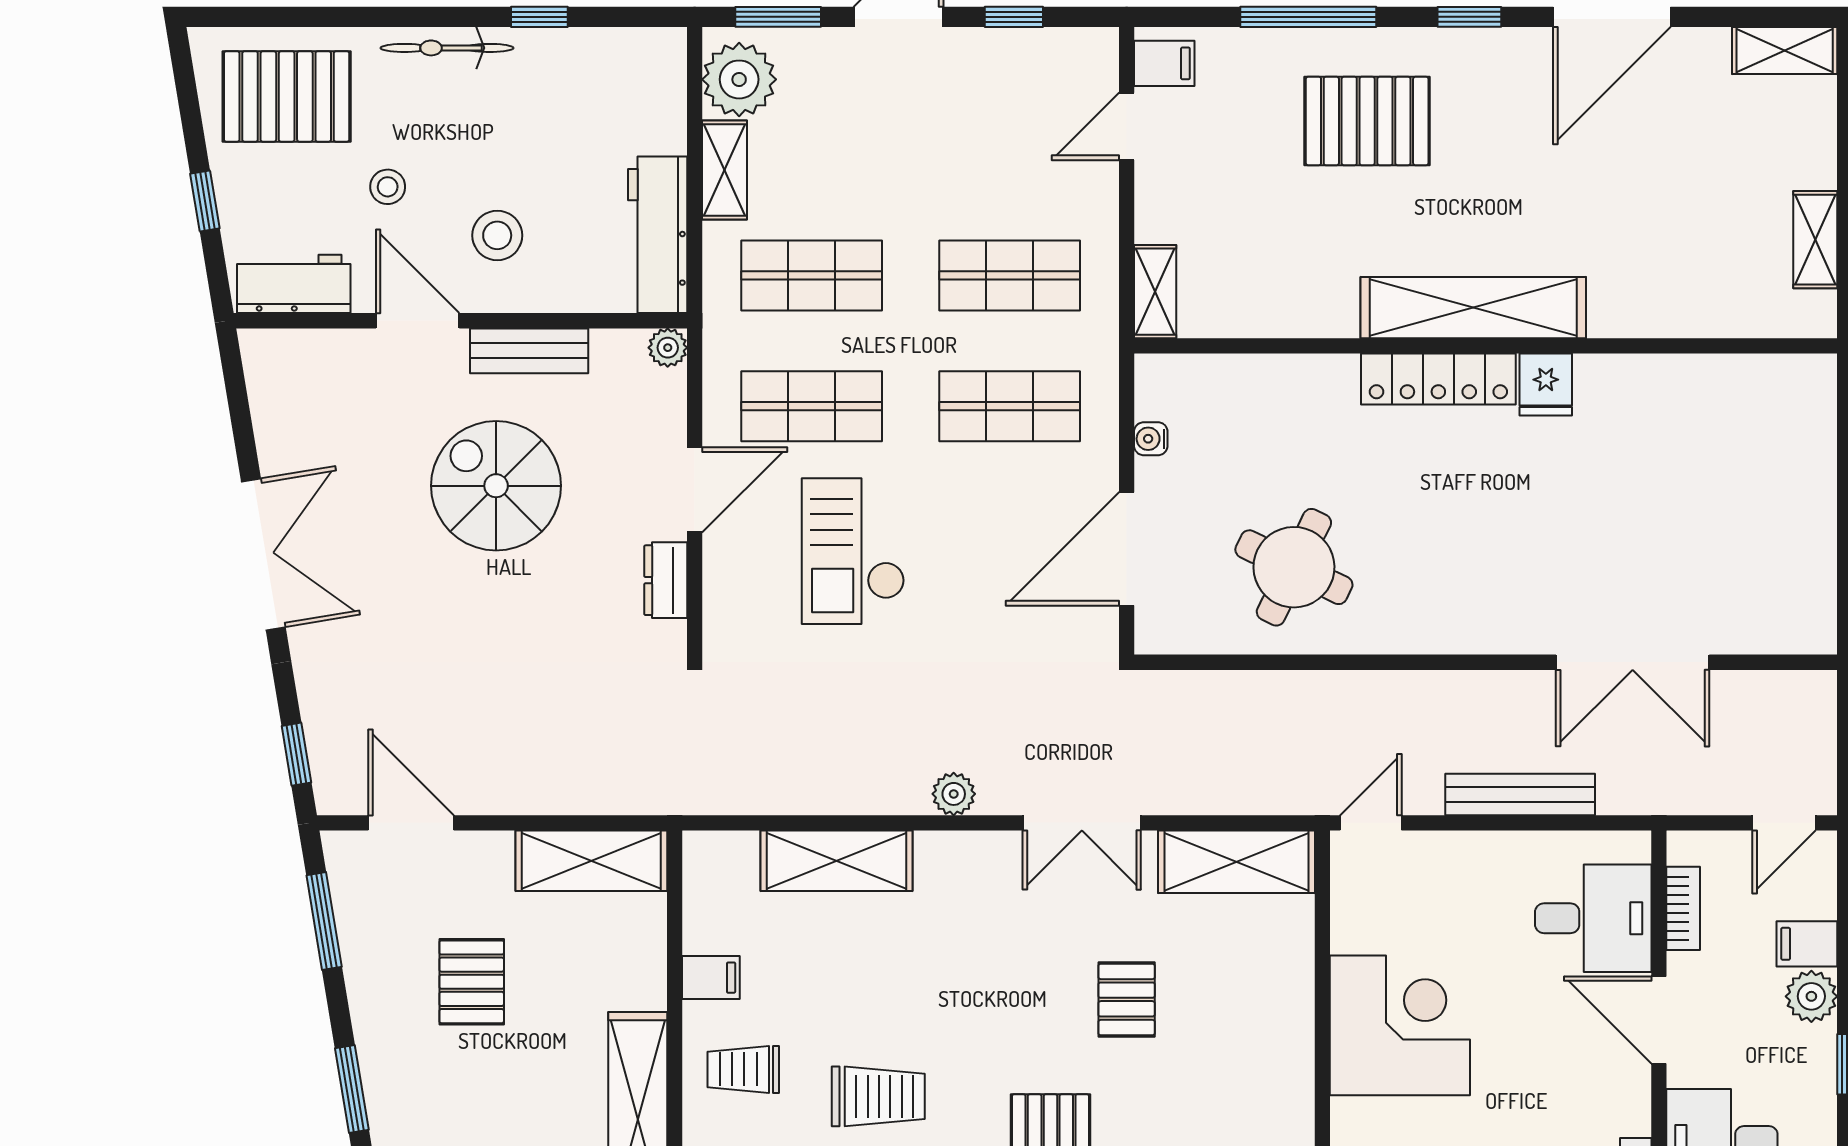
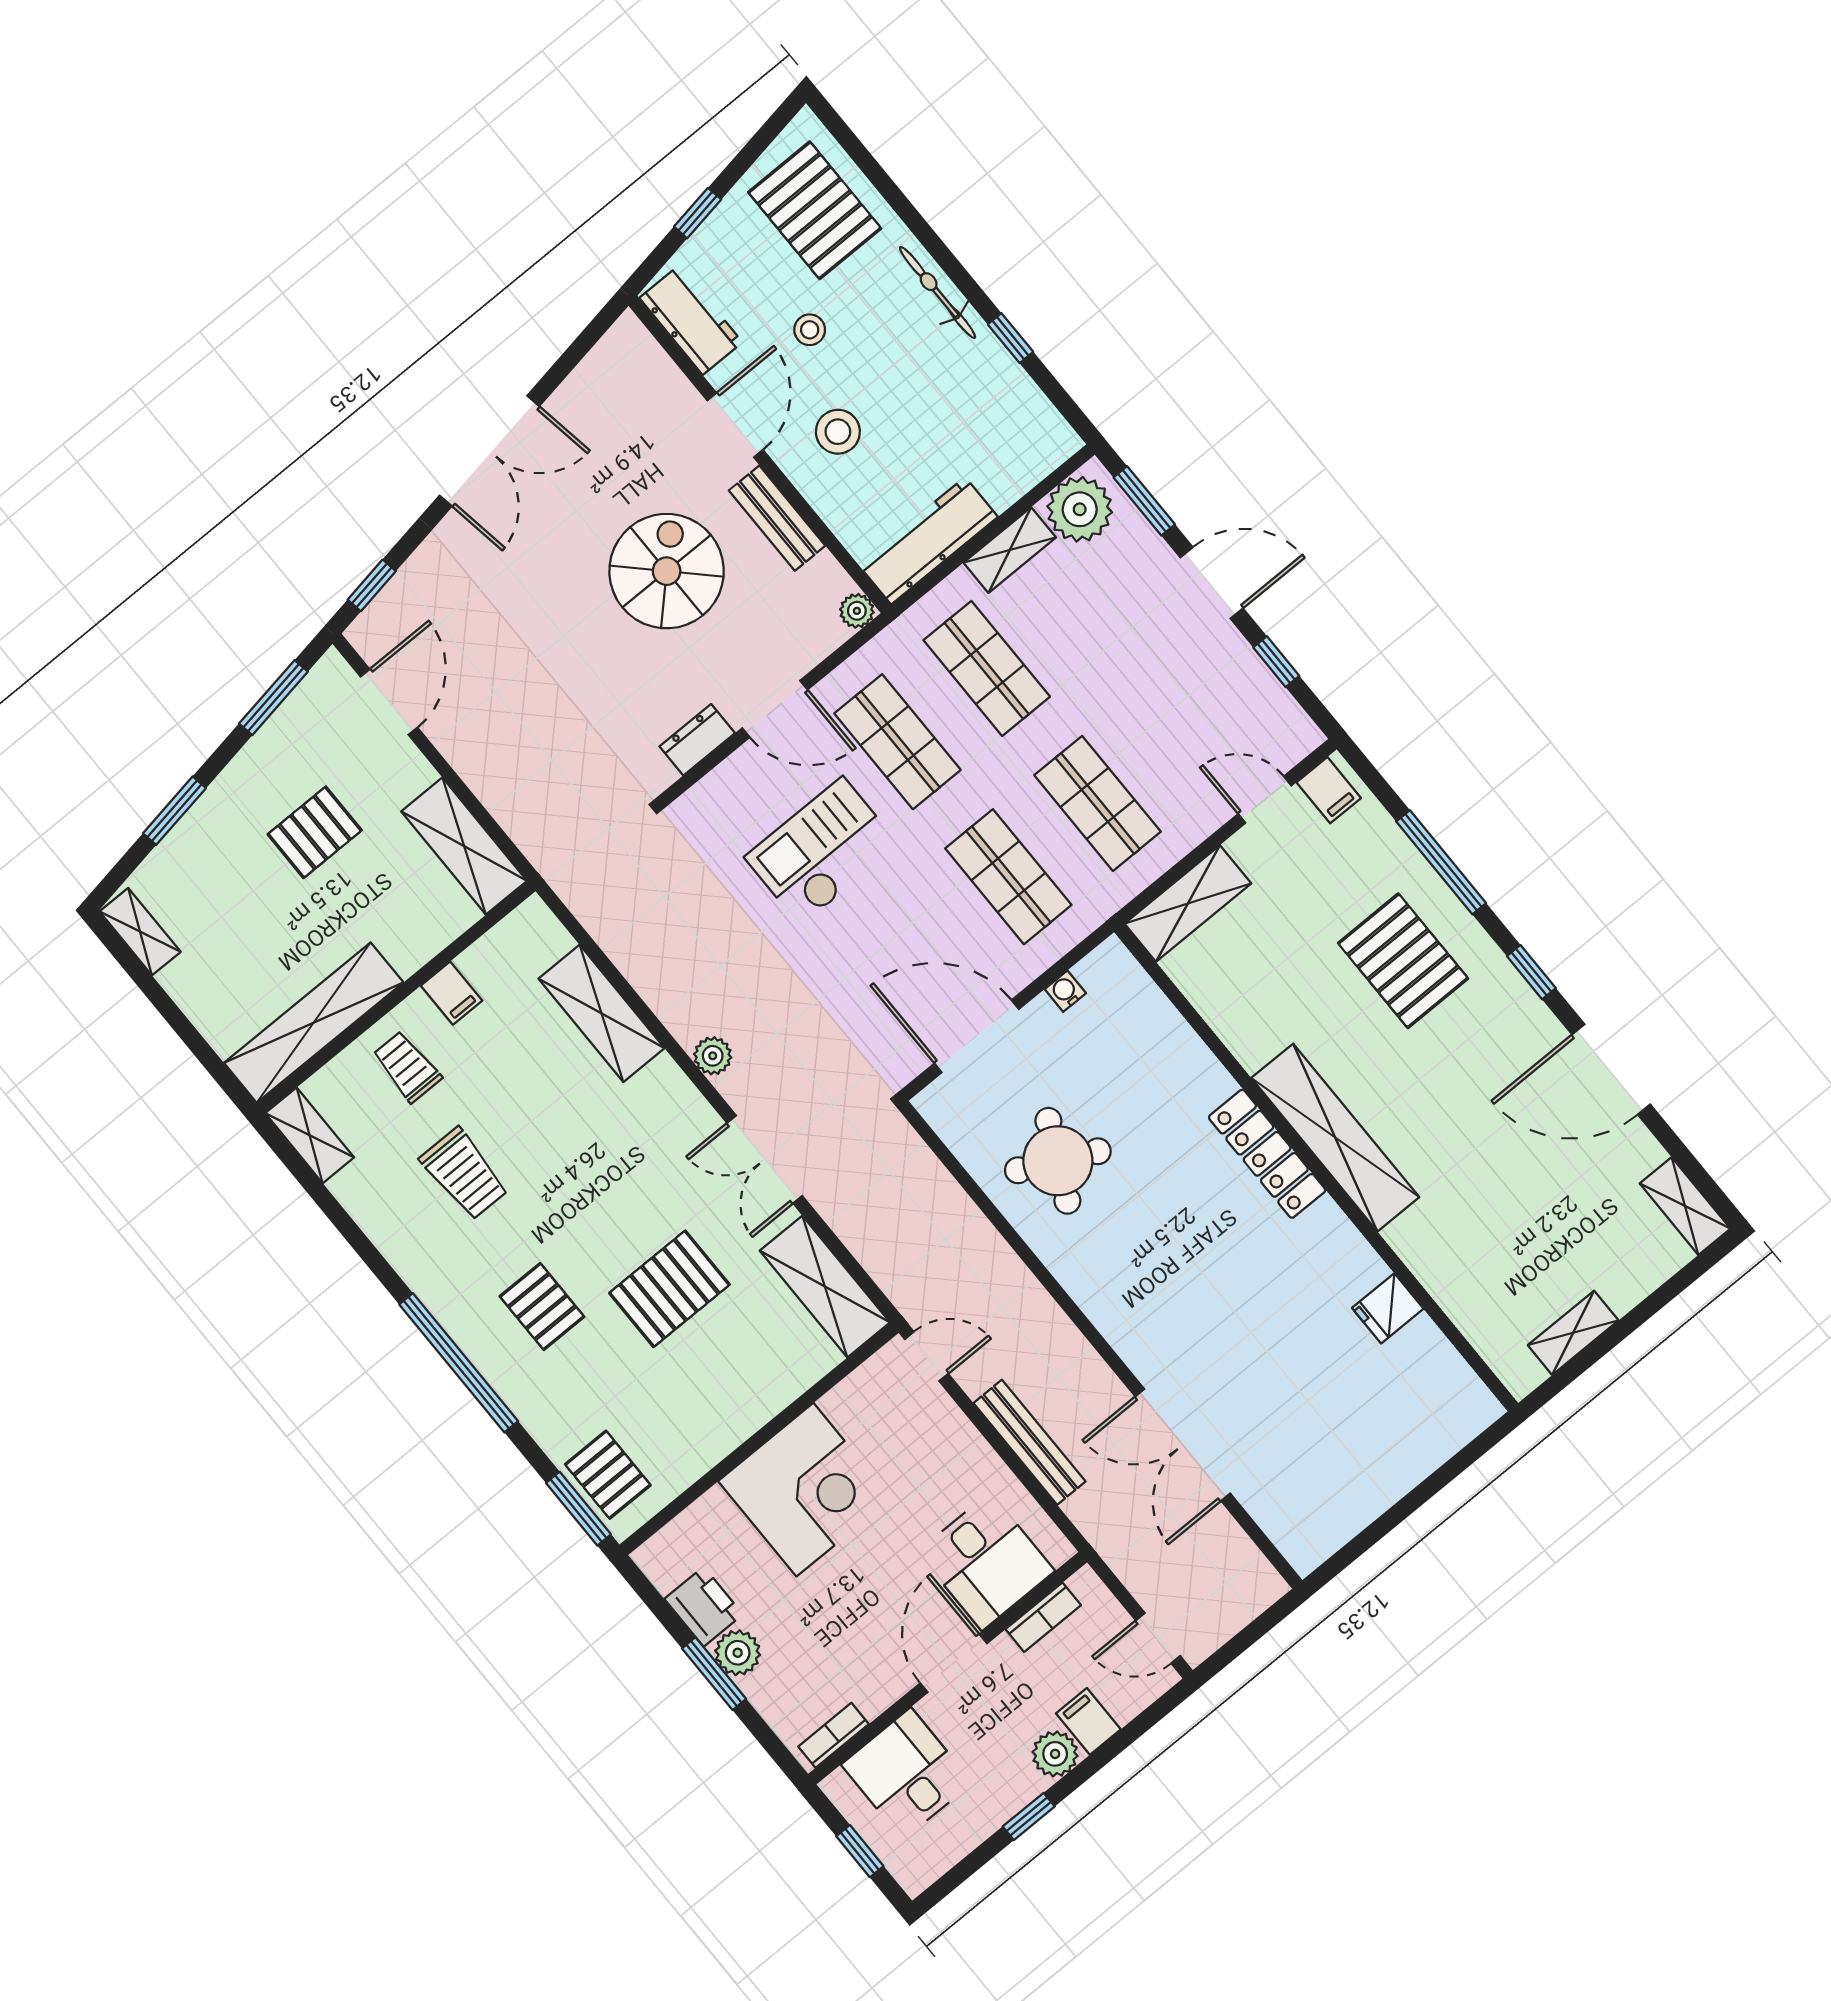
shelving: (1155, 292) -> (1188, 903), width x1.50, depth x1.33
fridge: (1546, 384) -> (1388, 1308), moved
pallet: (1127, 999) -> (669, 1289), width x1.50, depth x1.42

